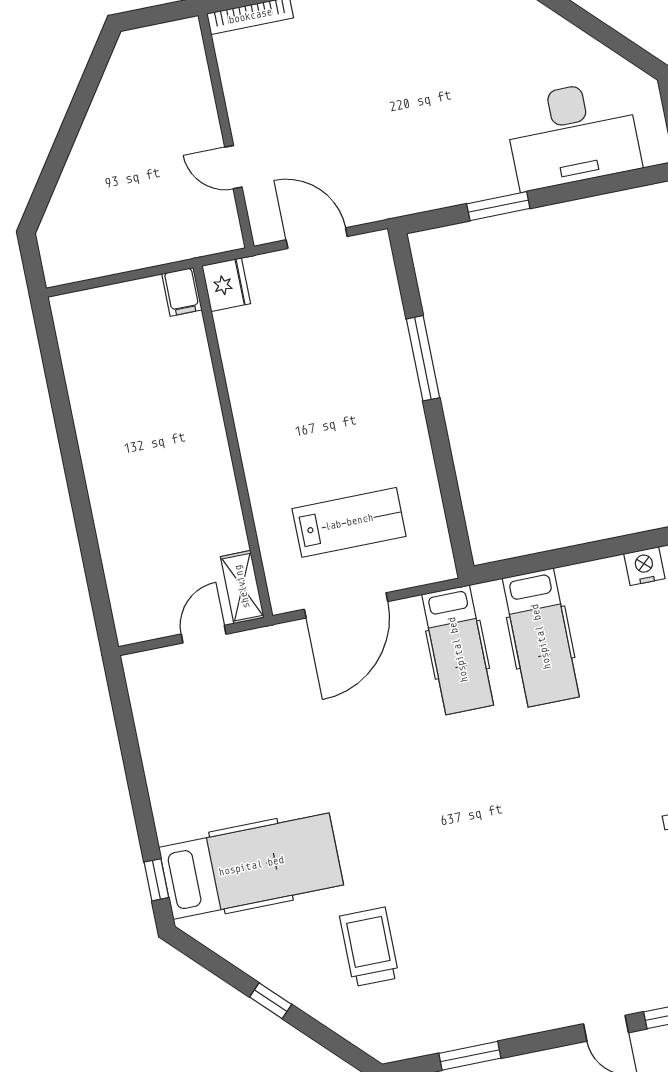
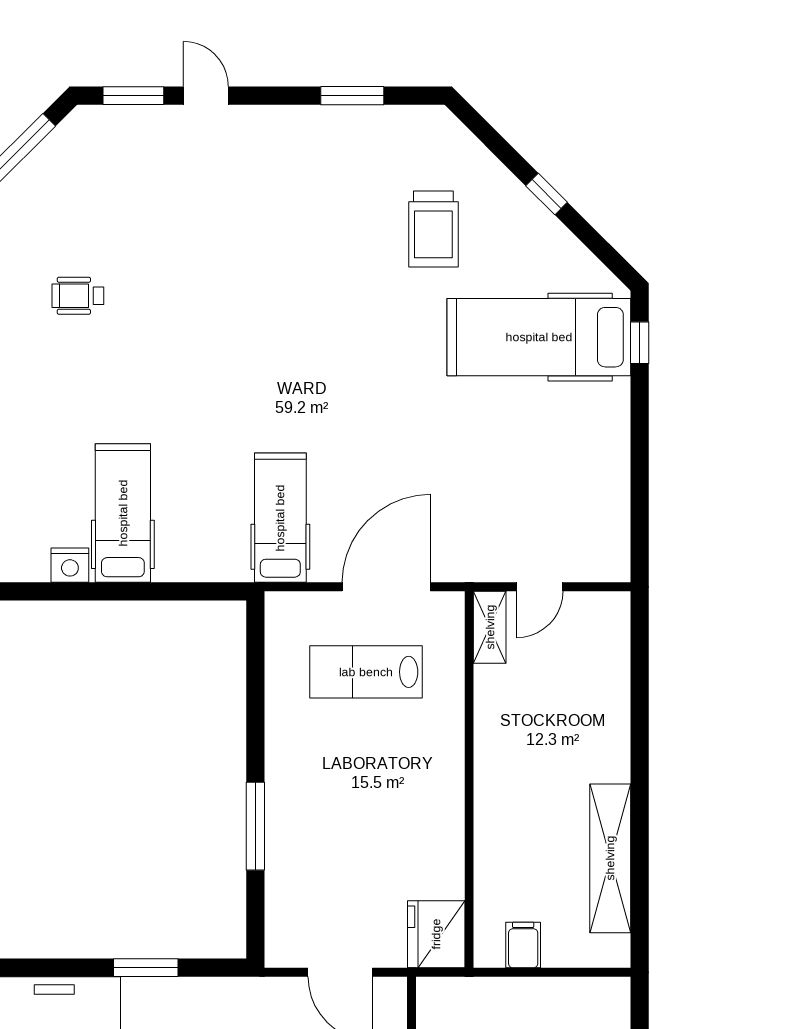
fridge: (226, 285) -> (436, 934), width x1.36, depth x1.34
filing cabinet: (182, 292) -> (523, 945), moved
shelving: (87, 395) -> (610, 858), added
hospital bed: (541, 637) -> (123, 513), moved

